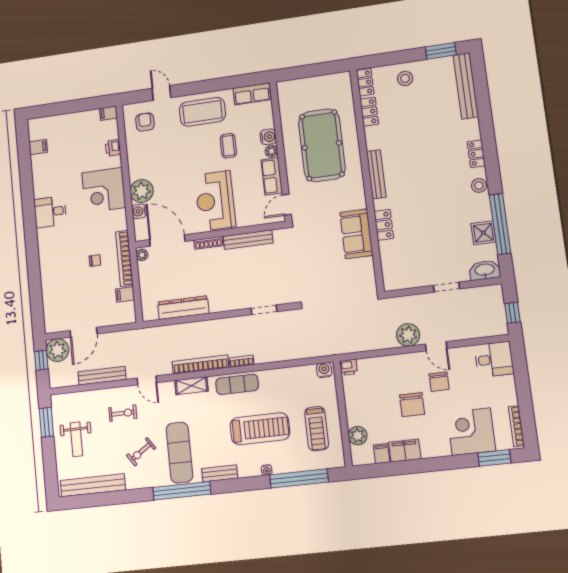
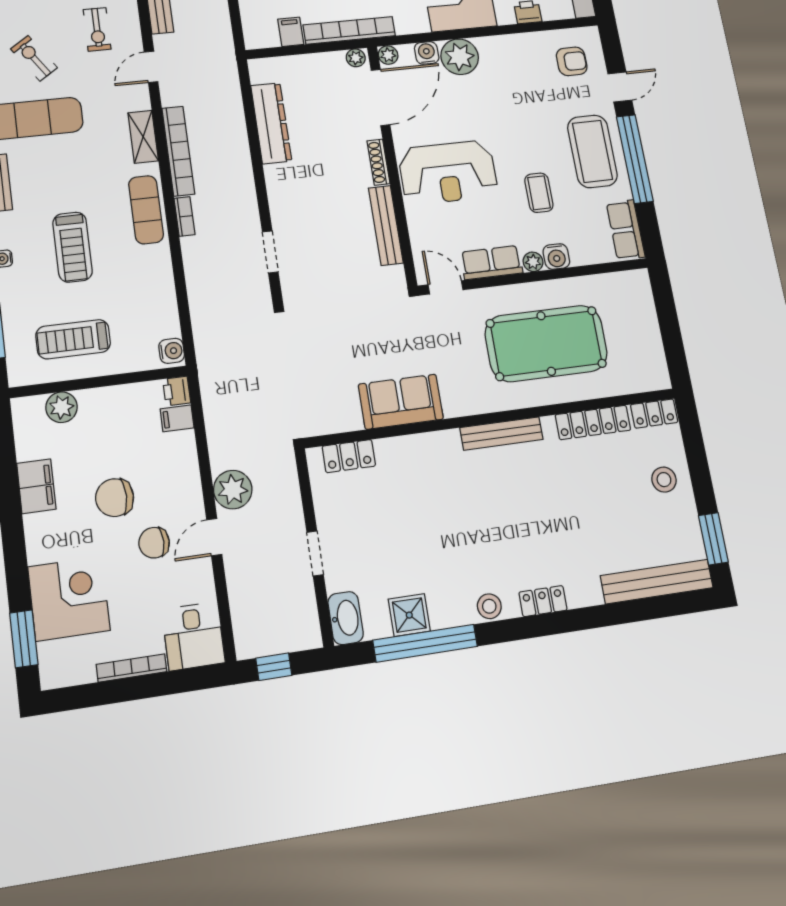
window: (207, 86) -> (635, 159), added
locker: (369, 112) -> (593, 422), width x1.53
coffee table: (228, 146) -> (539, 193), turned 90
reception desk: (215, 201) -> (448, 172), turned 180
locker: (384, 225) -> (349, 456), moved
plant: (140, 235) -> (388, 55), added
bookcase: (516, 426) -> (132, 668), moved
treadmill: (260, 429) -> (73, 247), width x0.73, depth x0.73
filing cabinet: (382, 454) -> (177, 418), moved, turned 180

